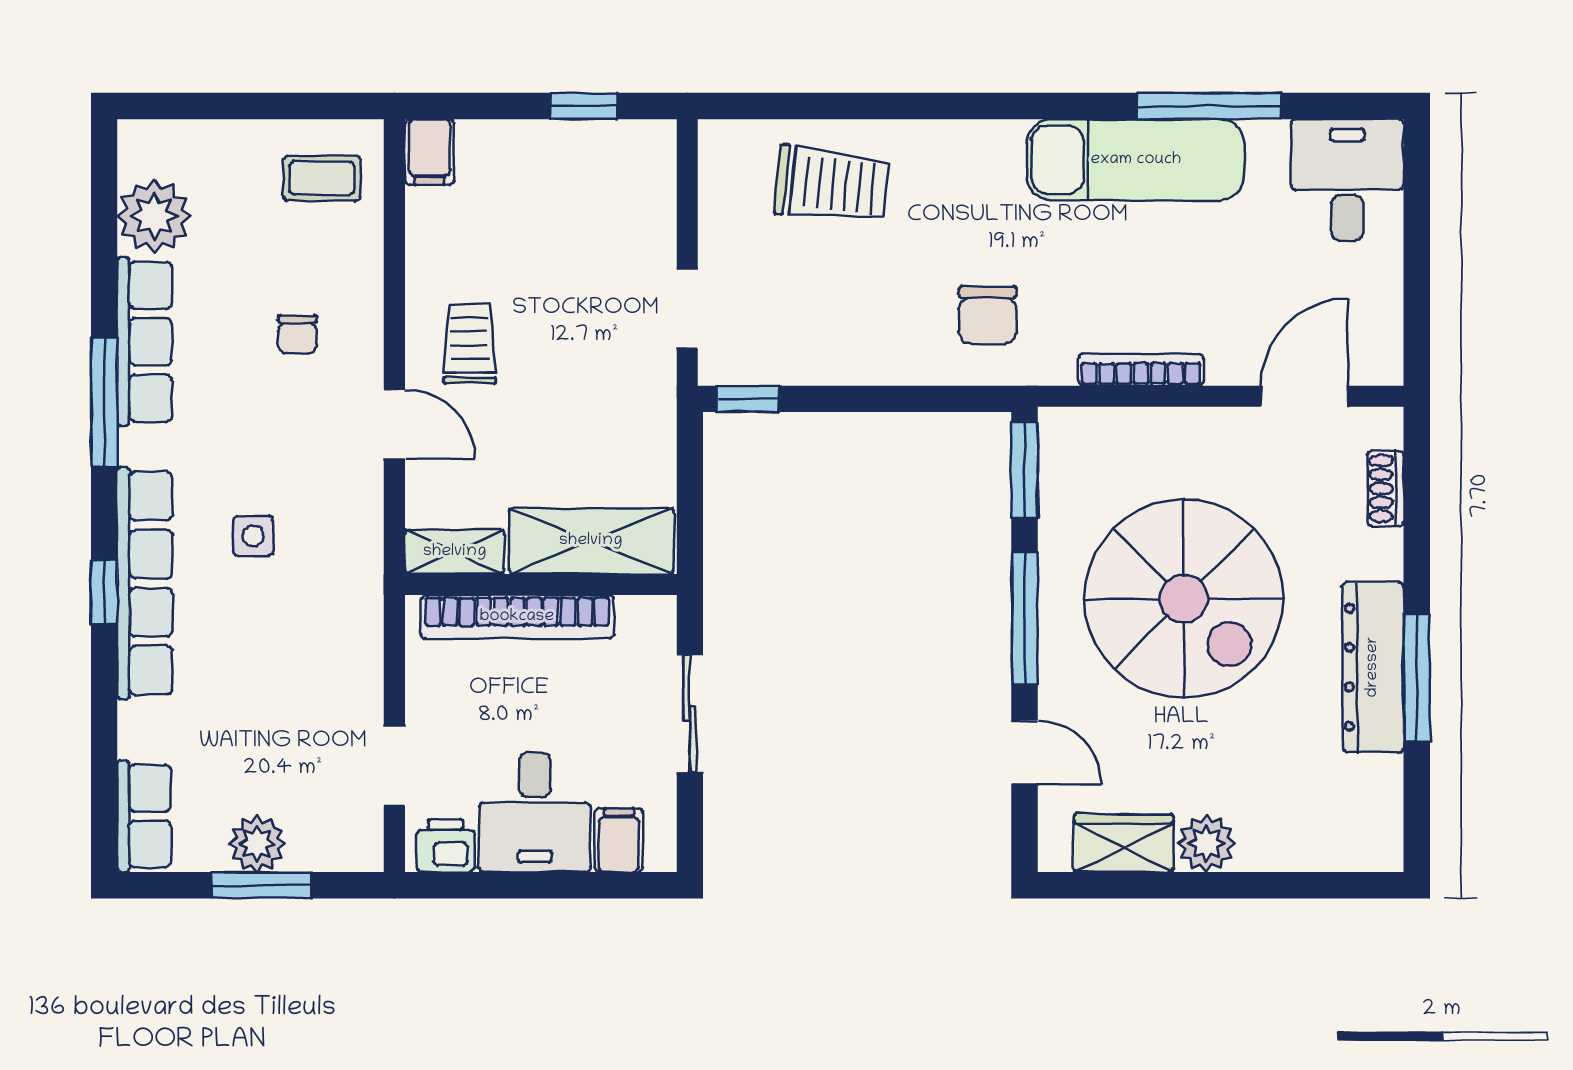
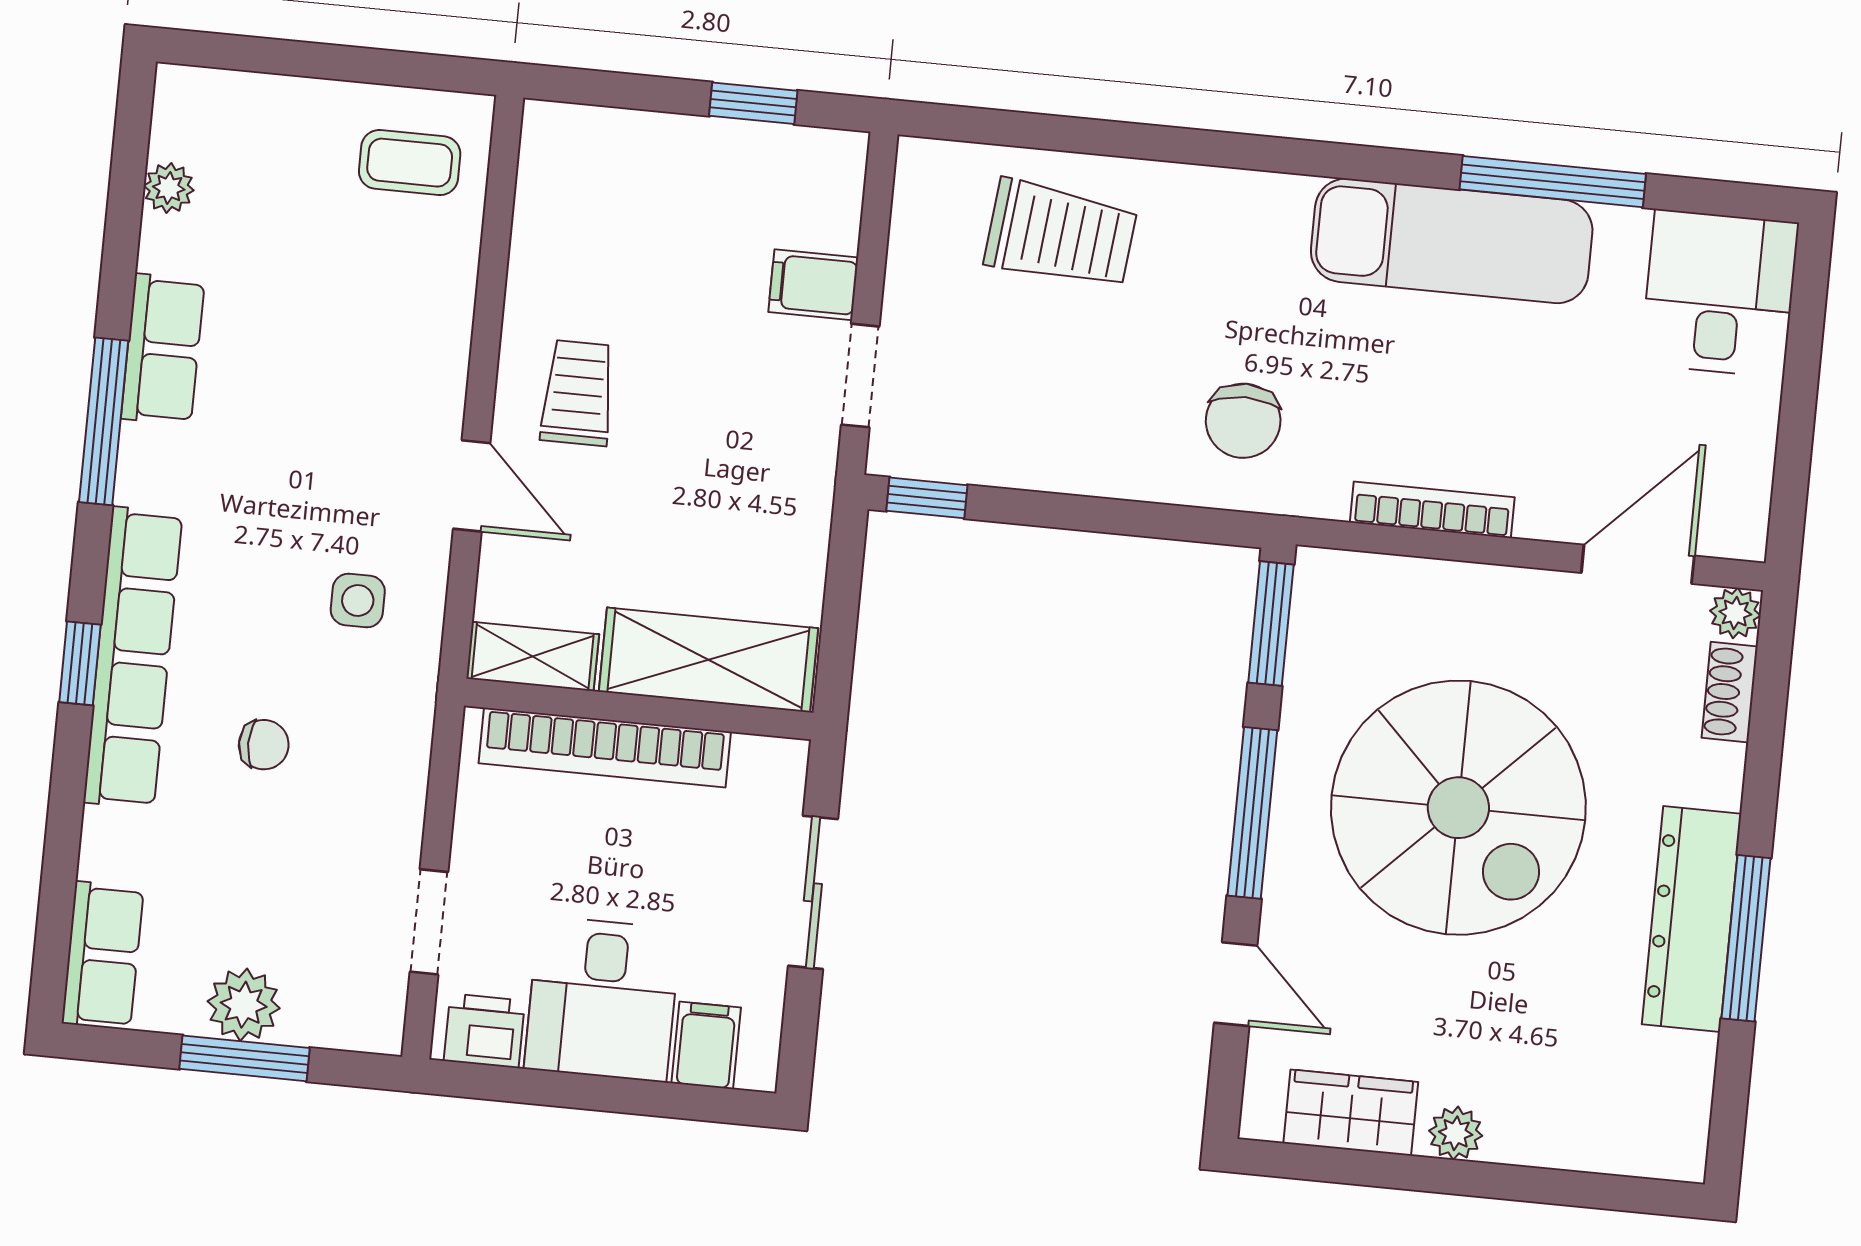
filing cabinet: (429, 152) -> (813, 285), moved, turned 90
plant: (154, 216) -> (169, 188), width x0.53, depth x0.53
chair: (297, 334) -> (264, 745), moved, turned -90
row of seats: (145, 342) -> (163, 349), width x0.68
plant: (1384, 427) -> (1735, 613), added
side table: (253, 536) -> (358, 600), moved
plant: (1206, 843) -> (1456, 1133), width x0.73, depth x0.73

